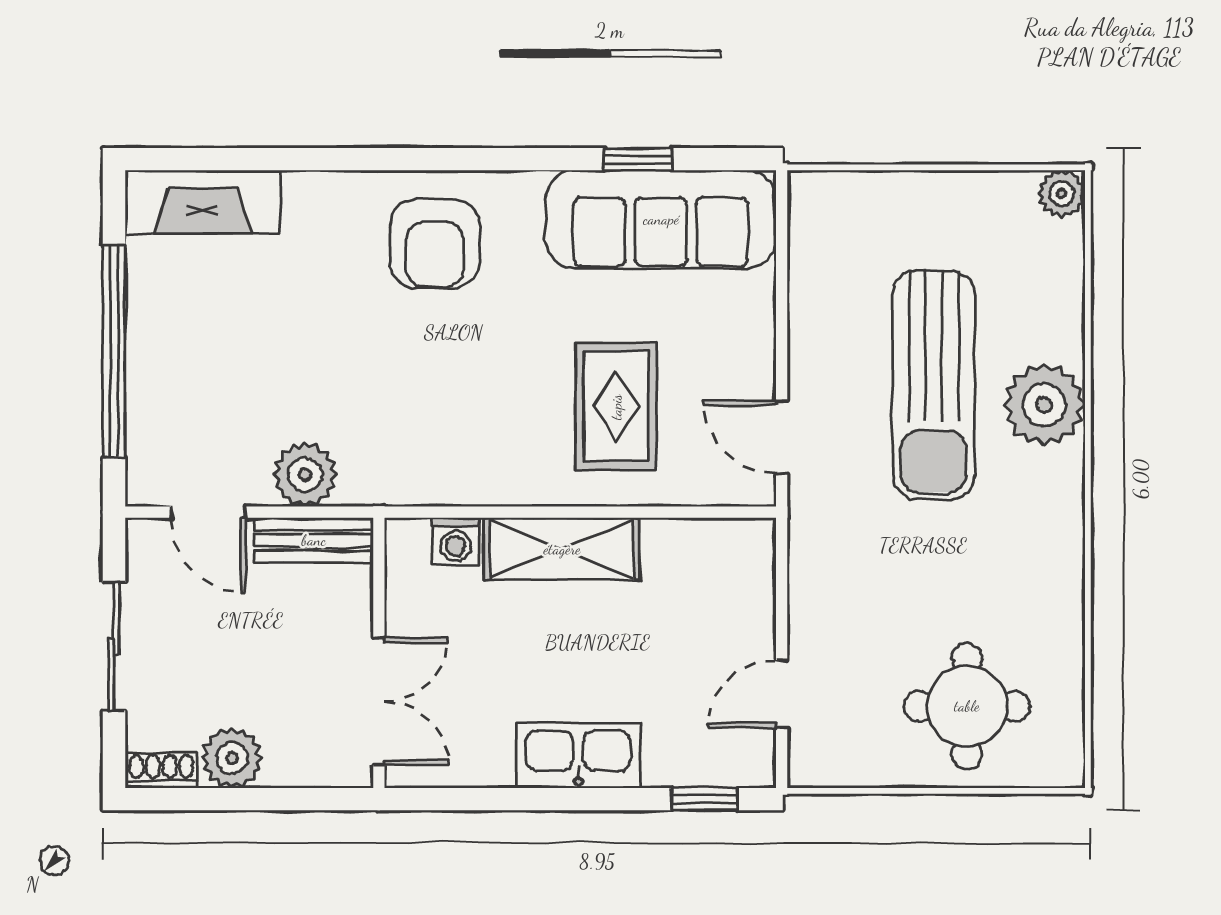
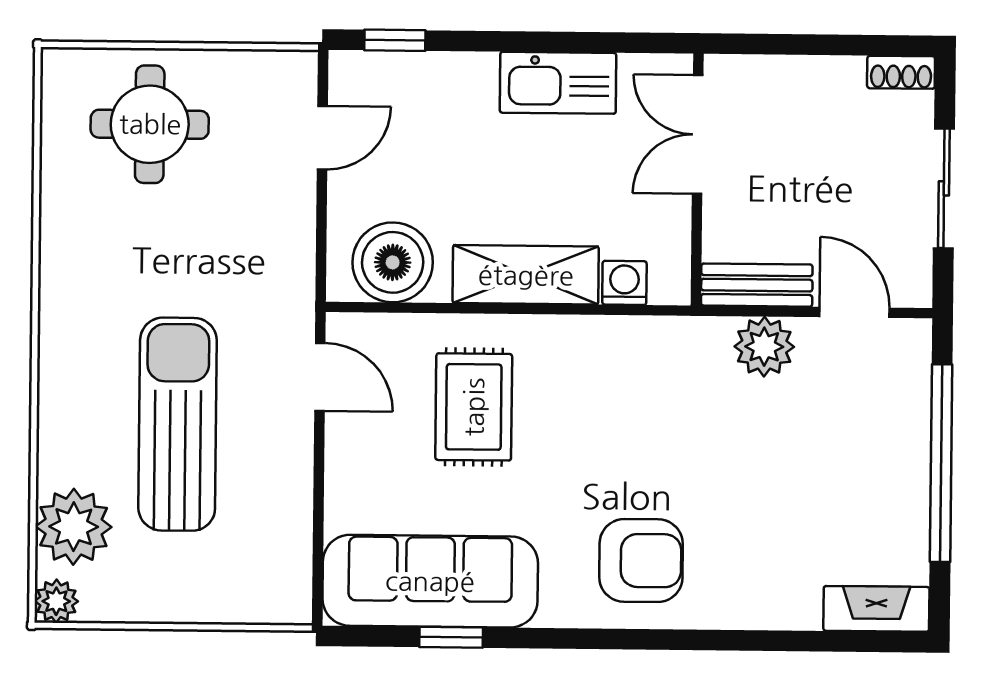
fireplace: (203, 202) -> (876, 609), width x0.73, depth x0.76
armchair: (435, 244) -> (641, 561), turned 90
plant: (1044, 405) -> (74, 527), moved
boiler: (705, 561) -> (393, 262), added
kitchen sink: (578, 755) -> (558, 83), moved
plant: (232, 758) -> (835, 83), removed

